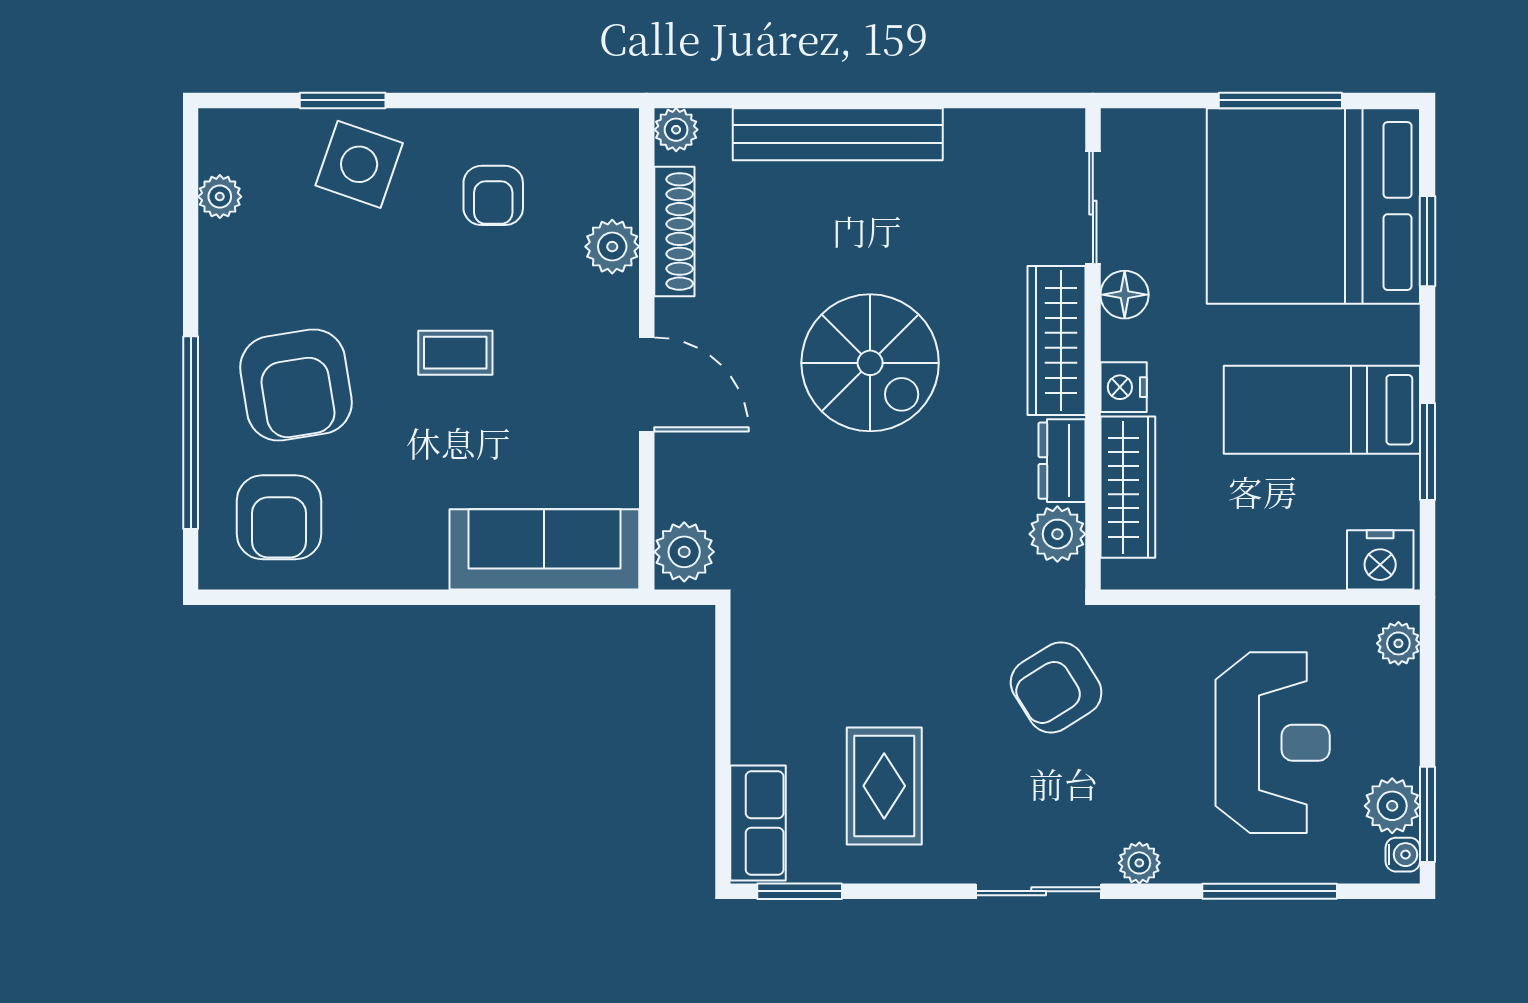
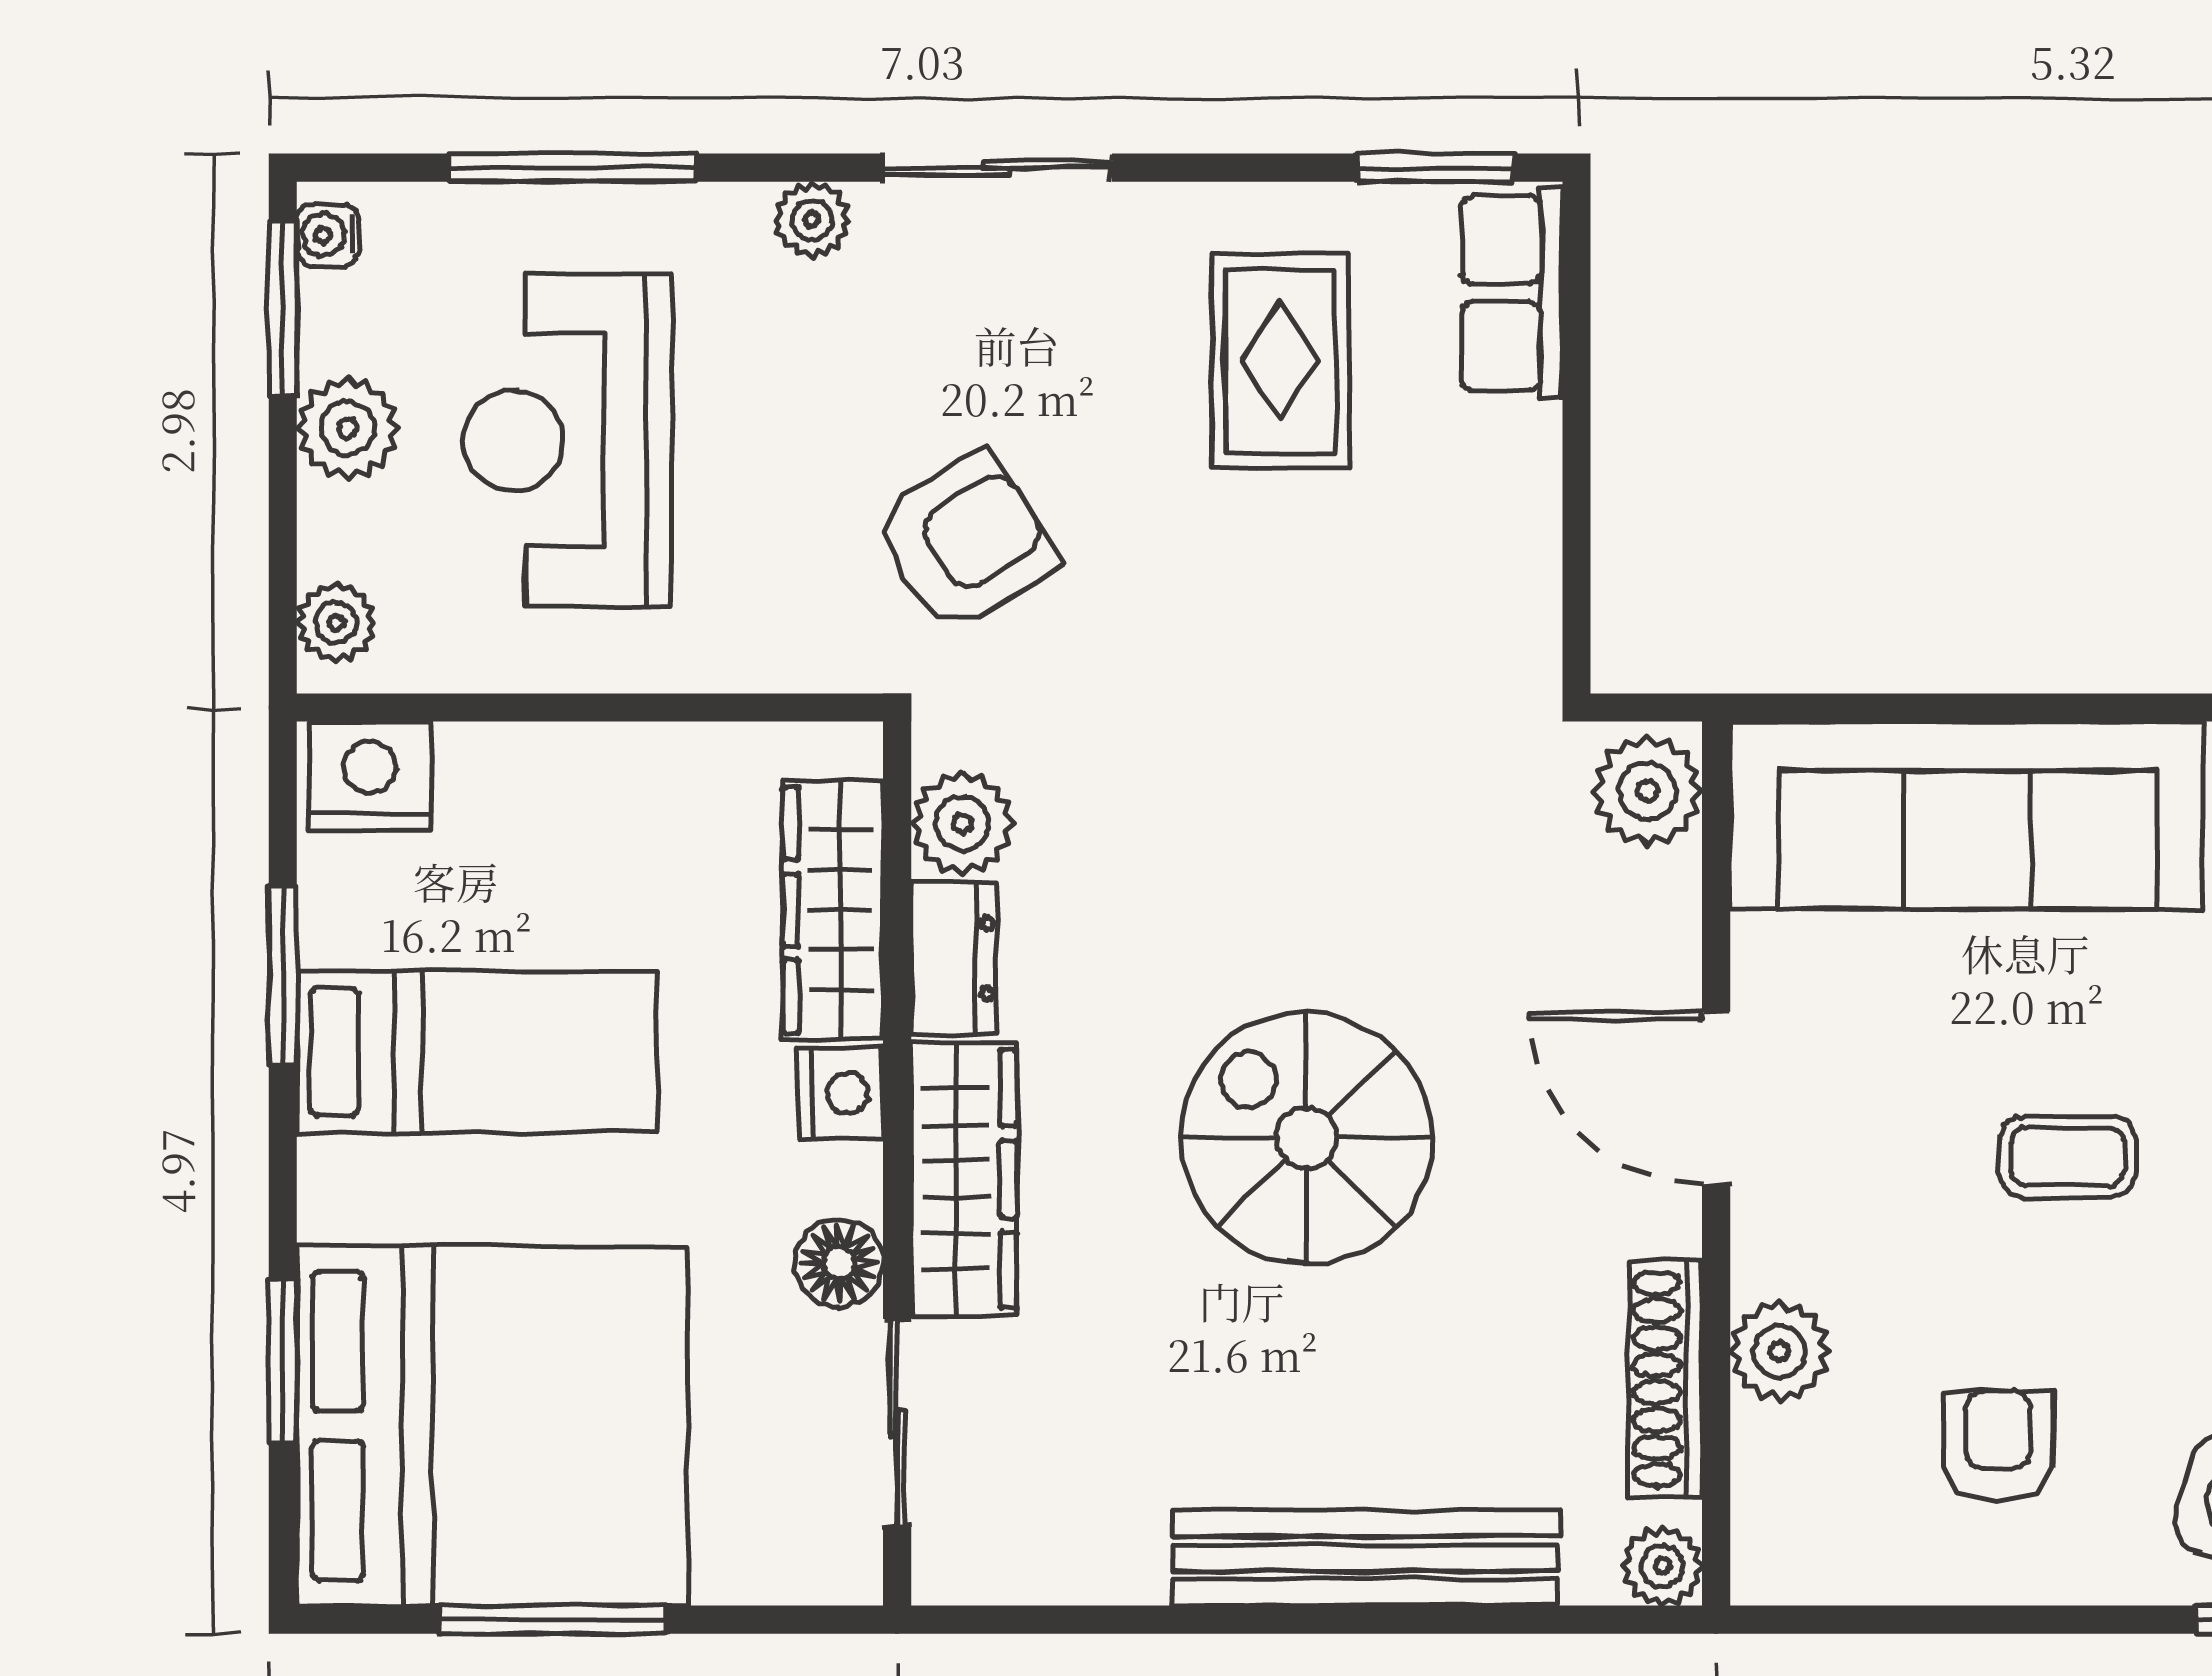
sofa: (544, 549) -> (1967, 815), width x1.36, depth x1.27
plant: (1392, 806) -> (348, 428), moved

